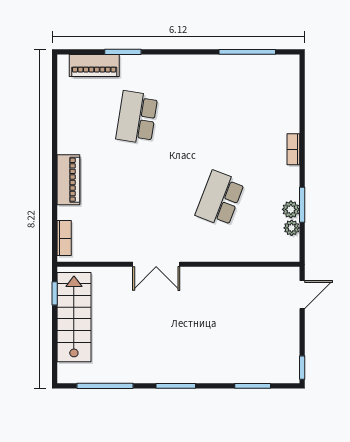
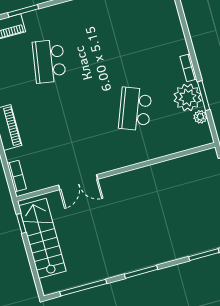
bookcase: (293, 149) -> (188, 68), moved
plant: (291, 209) -> (188, 97), width x1.87, depth x1.87
double door: (156, 264) -> (78, 182), moved

